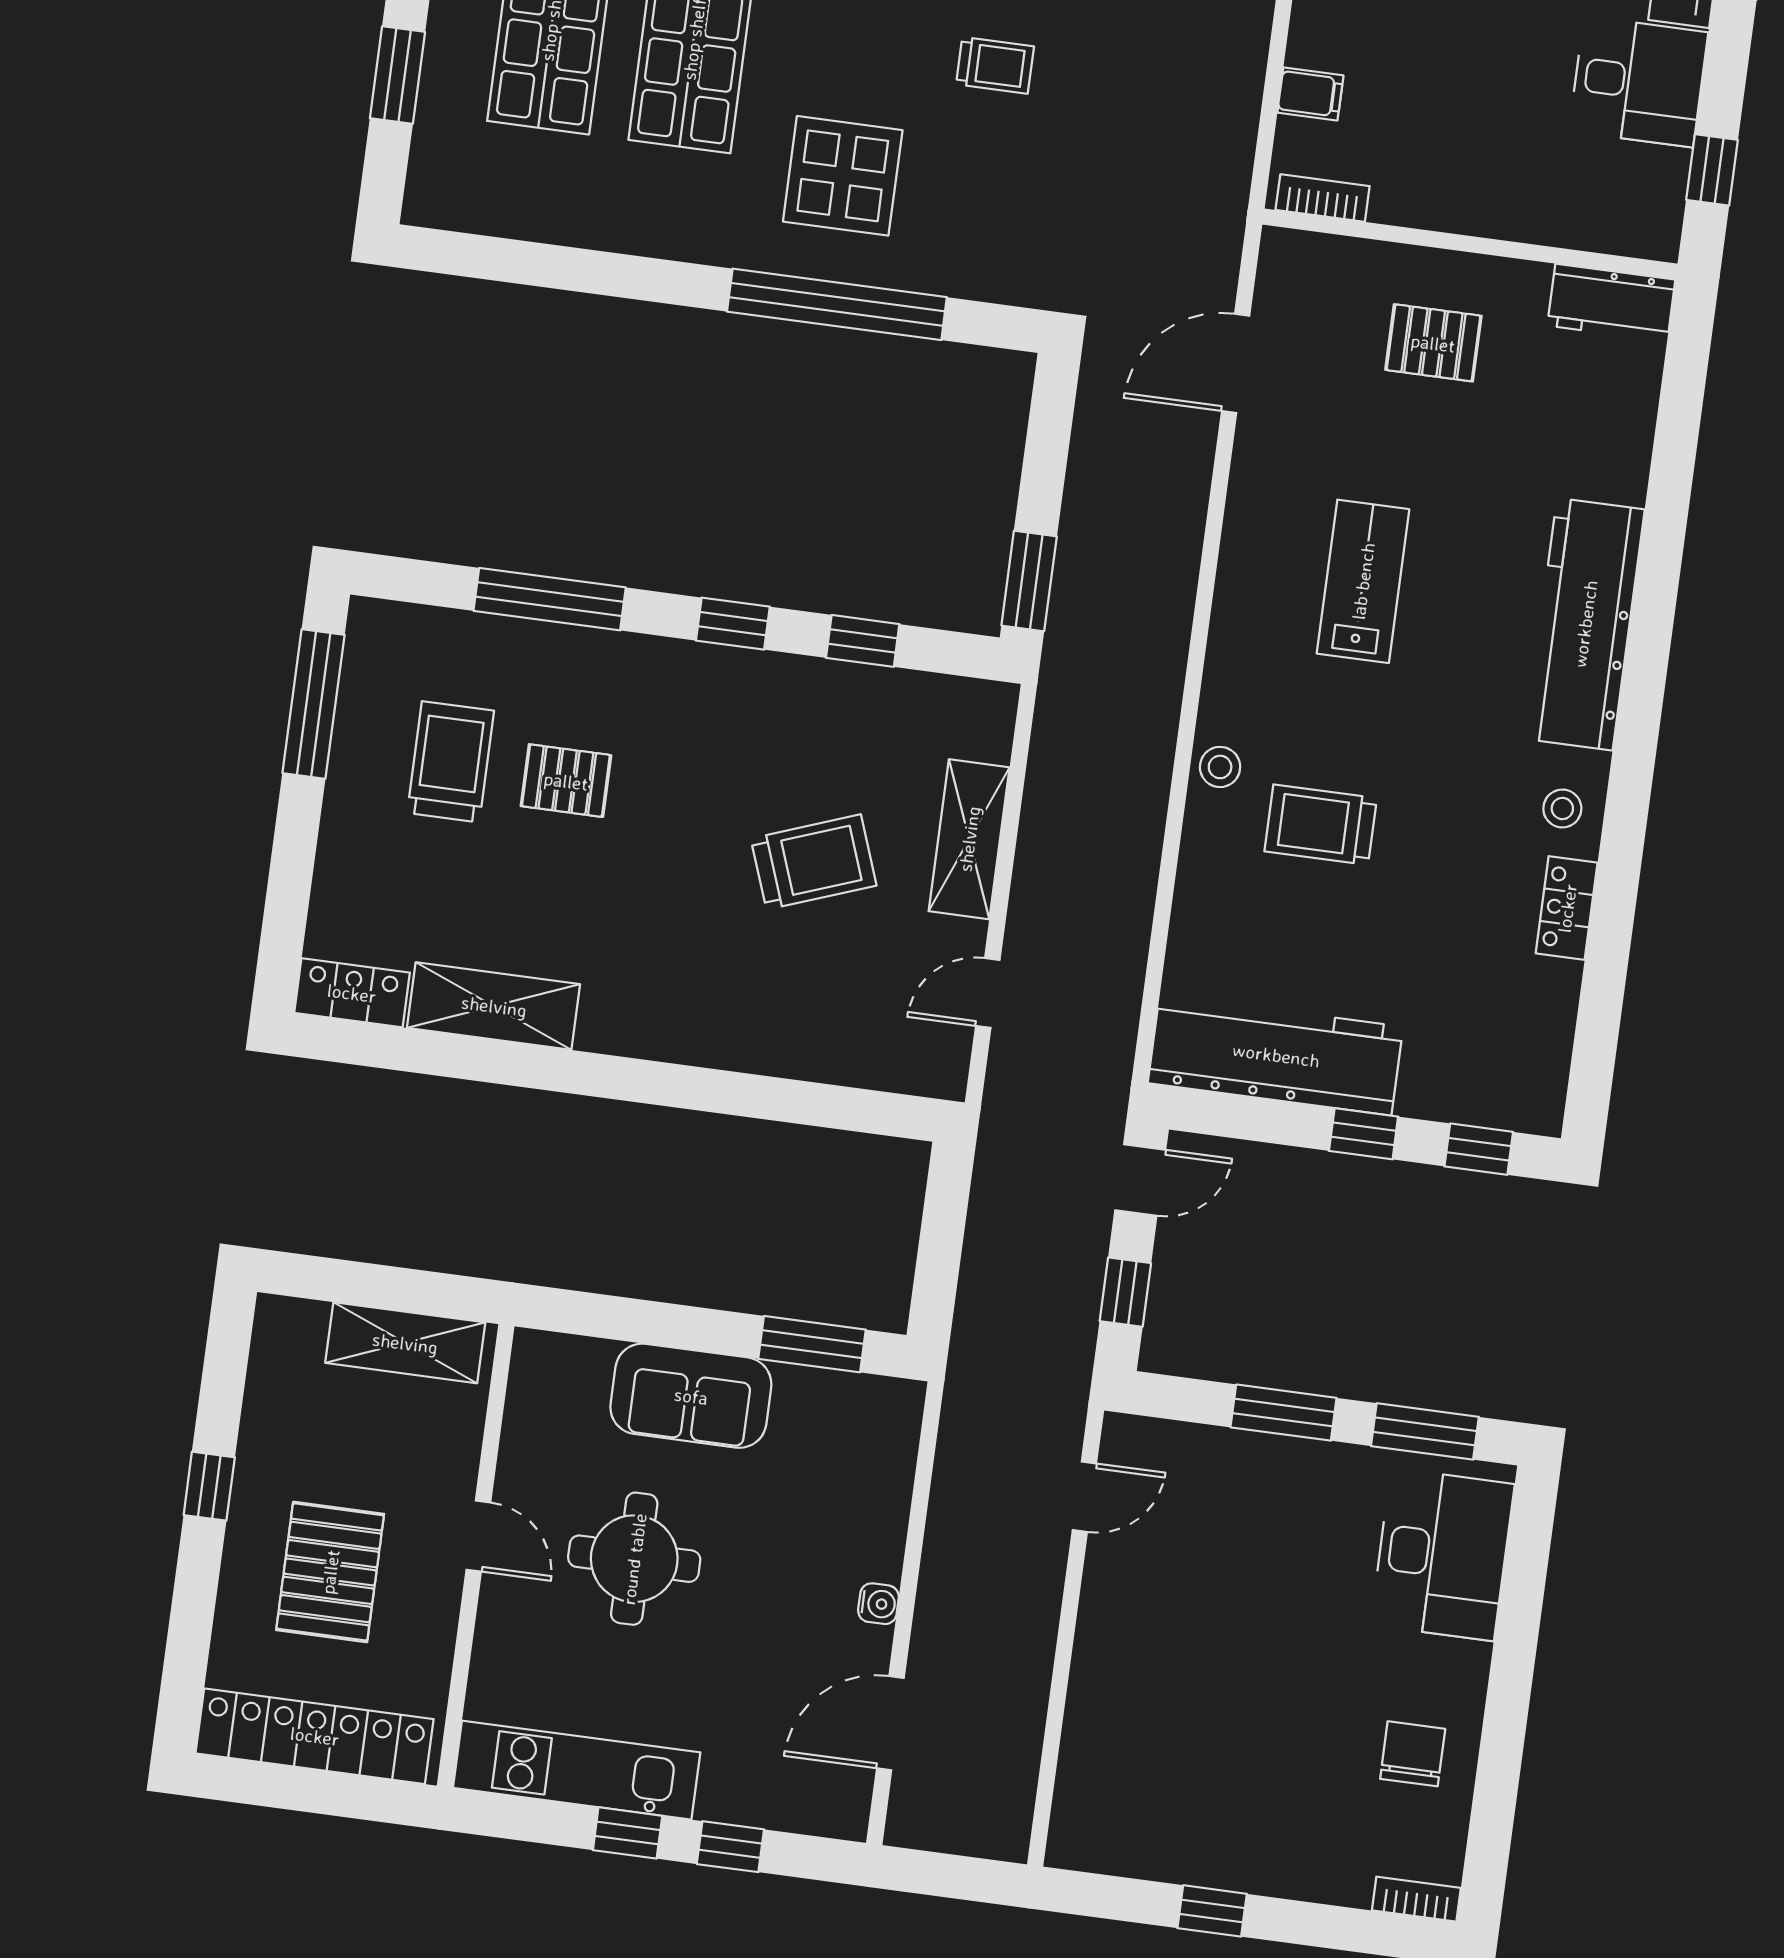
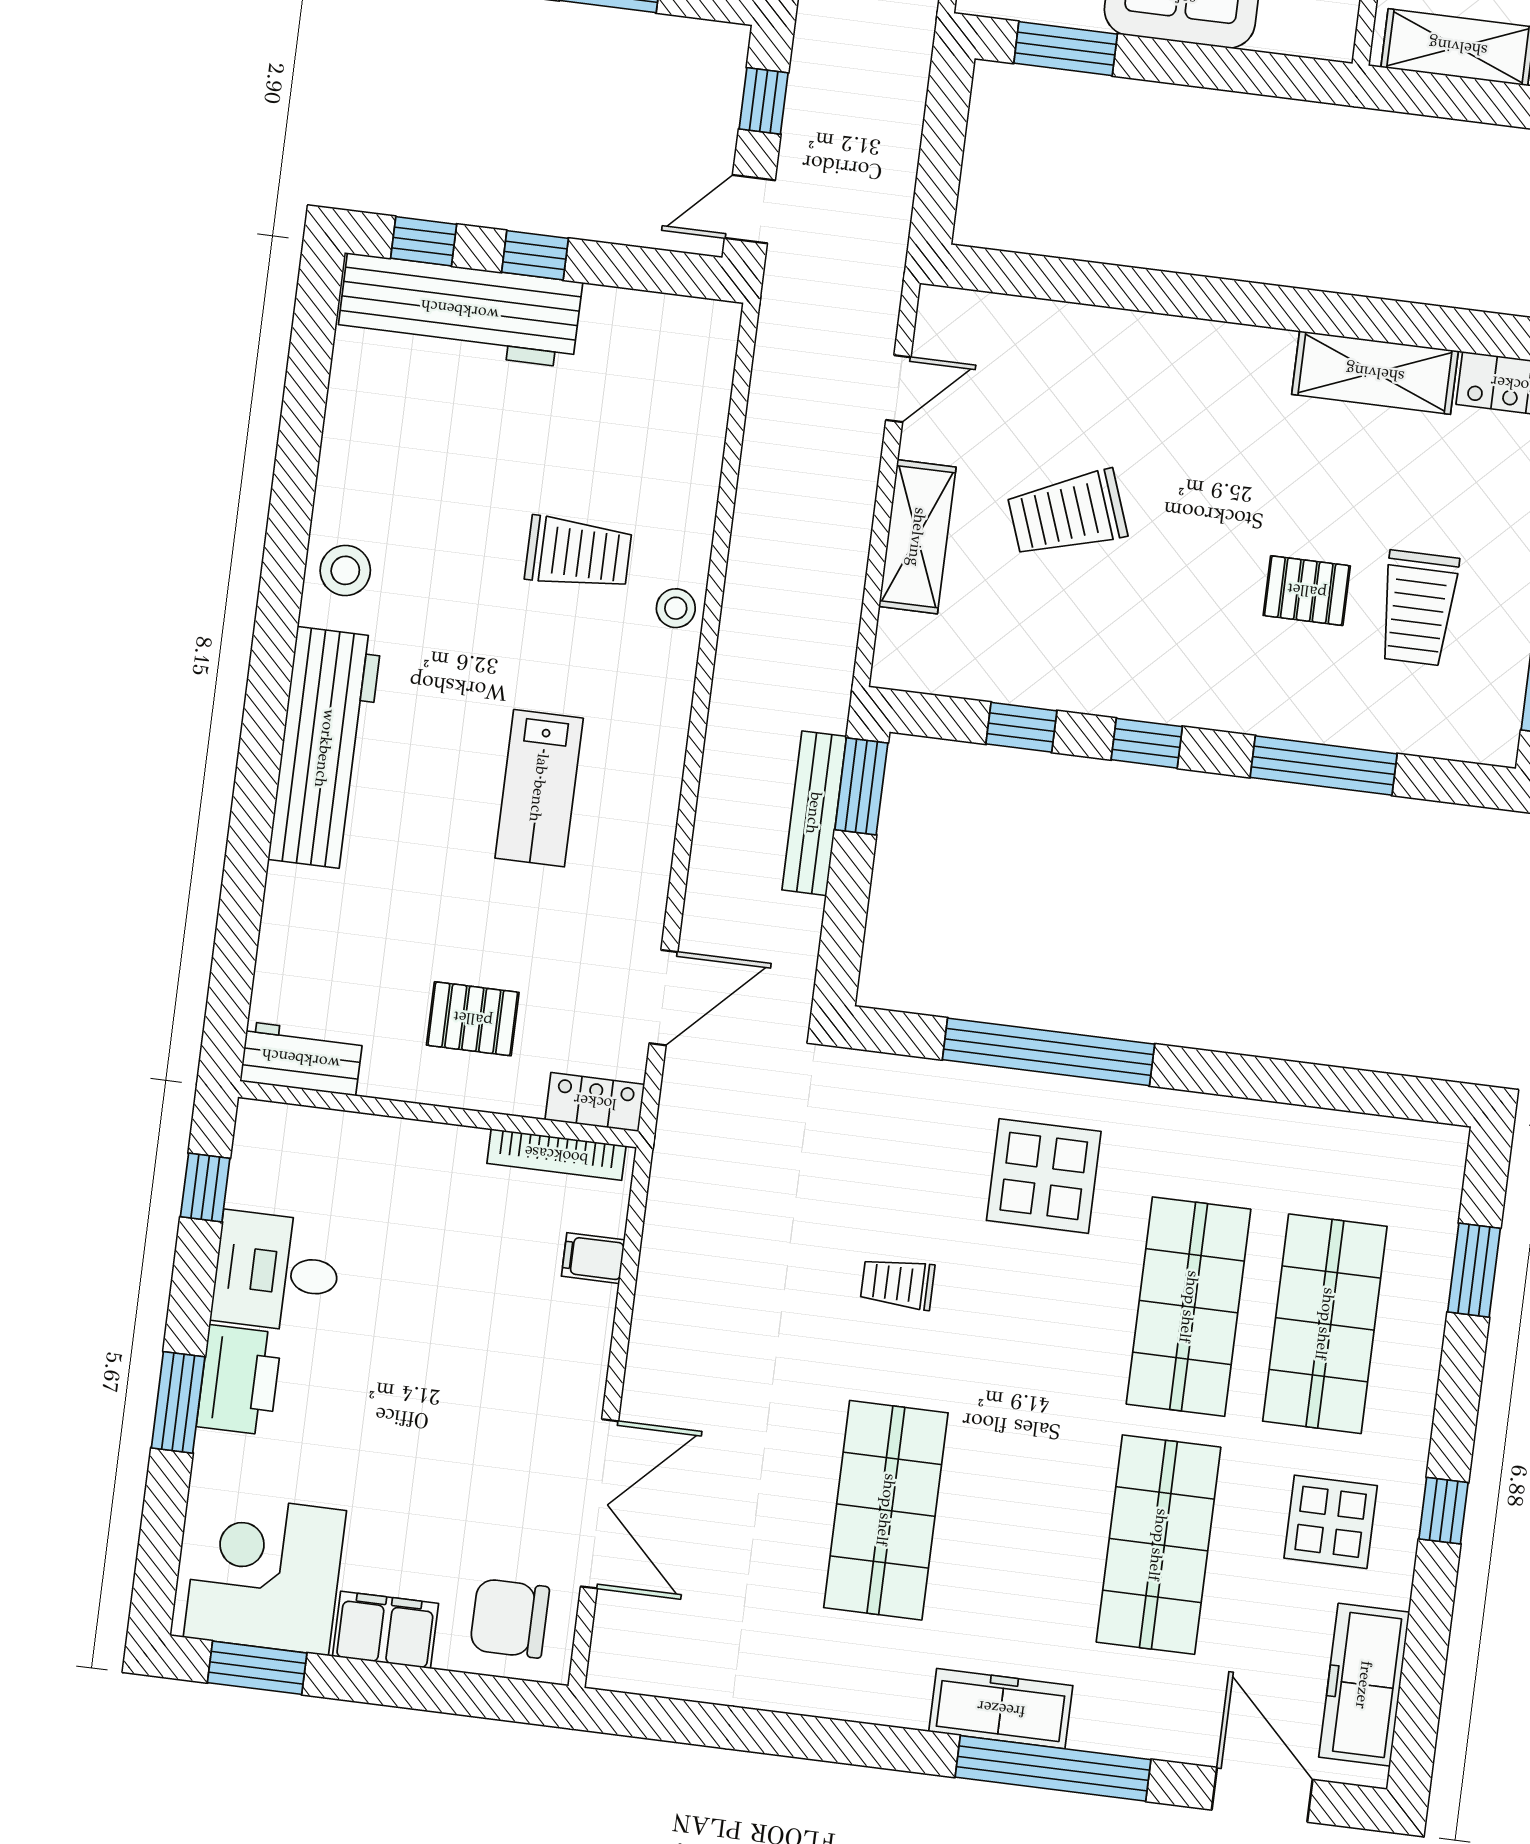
bookcase: (1323, 198) -> (556, 1155), width x1.56
bench: (1078, 553) -> (814, 813), added
stool: (1562, 808) -> (345, 570), width x1.37, depth x1.37
locker: (1567, 908) -> (595, 1102), moved, turned -90
workbench: (1276, 1055) -> (460, 310), moved

